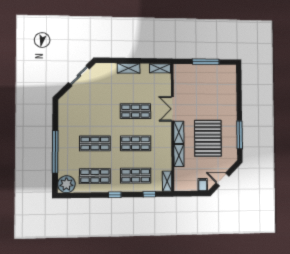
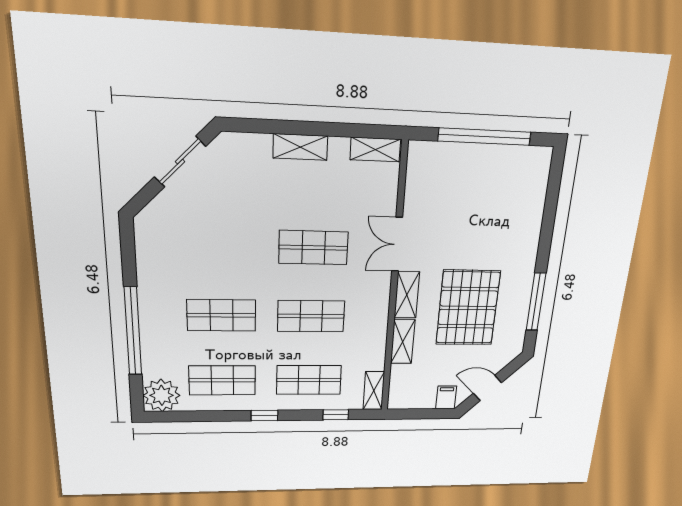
window: (206, 62) -> (485, 137), width x1.46

